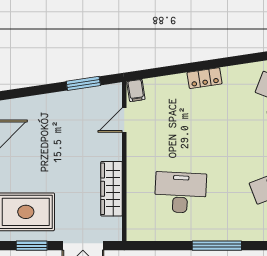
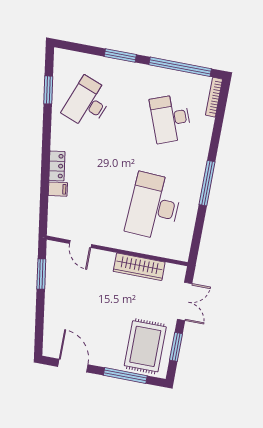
filing cabinet: (136, 90) -> (58, 189), moved
desk: (180, 193) -> (154, 206), width x1.36, depth x1.30

